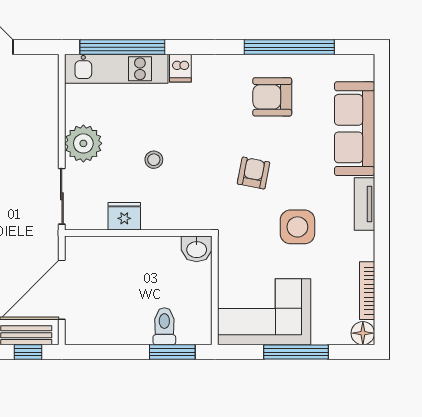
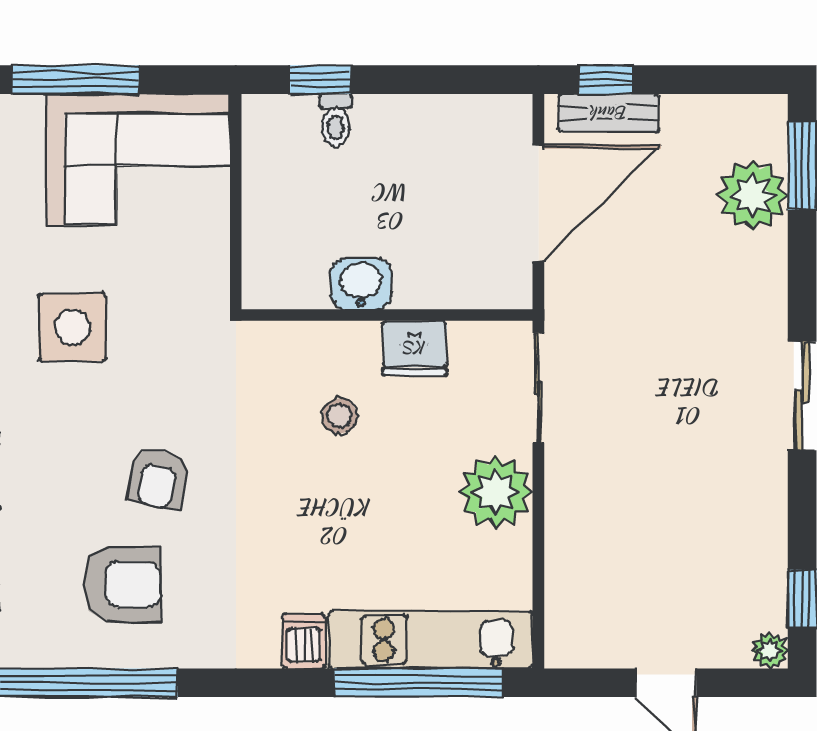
stool: (154, 160) -> (340, 416), moved
armchair: (254, 173) -> (158, 478), moved
washbasin: (197, 249) -> (361, 284), moved
toilet: (164, 326) -> (336, 120), width x0.73, depth x0.72
window: (172, 352) -> (320, 80), width x0.67

